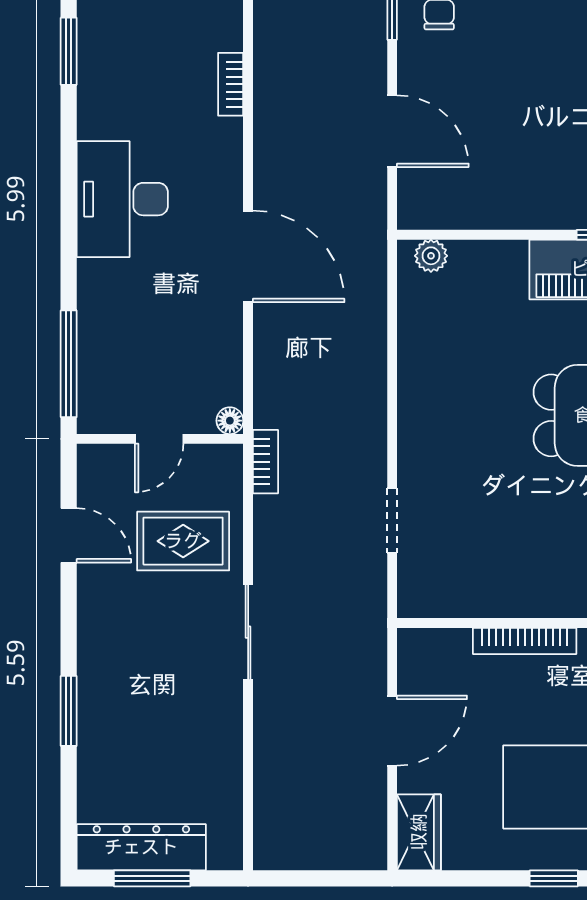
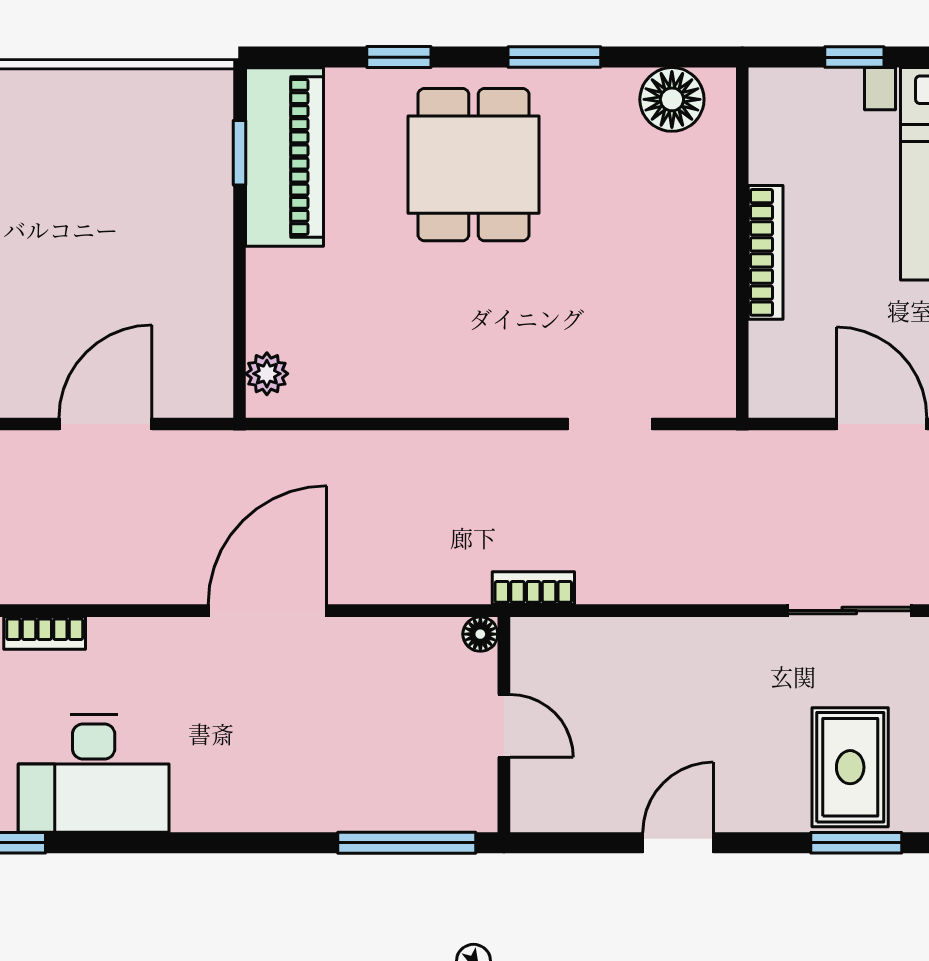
desk: (122, 199) -> (94, 773), moved
door: (69, 535) -> (678, 843), moved
rug: (183, 541) -> (850, 767), moved
sliding door: (248, 632) -> (849, 611), moved

